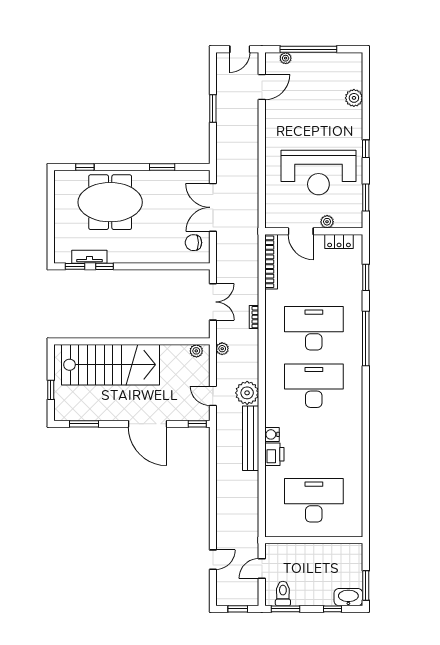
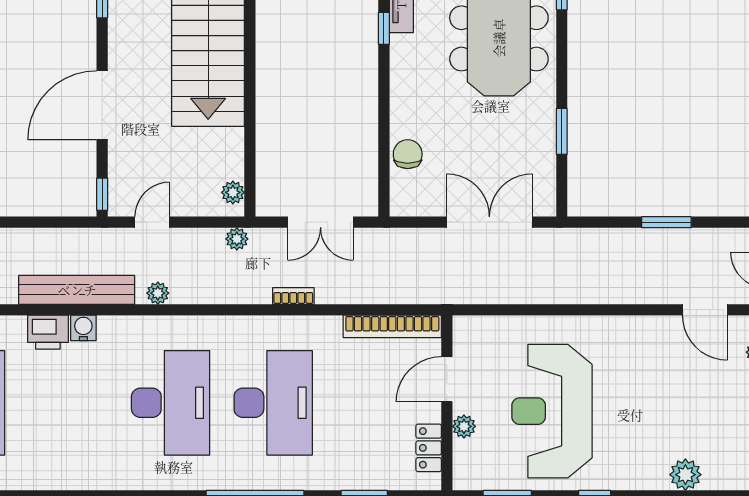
chair: (193, 243) -> (408, 154), moved
plant: (247, 393) -> (158, 293), width x0.53, depth x0.53

